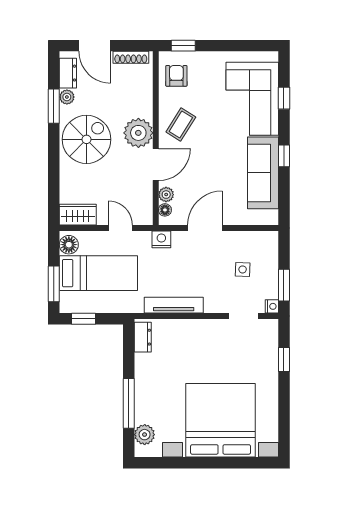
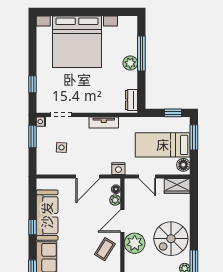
tv unit: (174, 305) -> (104, 122), width x0.71
plant: (145, 435) -> (130, 63), moved

